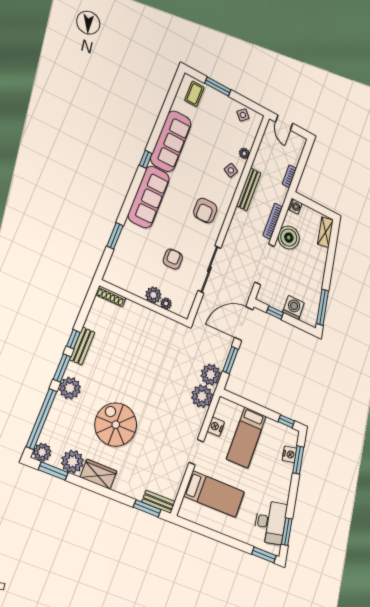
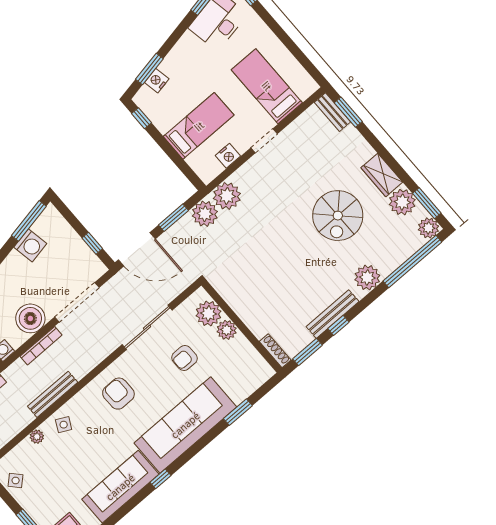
sofa: (149, 197) -> (185, 425), width x1.36, depth x1.27
armchair: (205, 211) -> (118, 394), turned -90
plant: (166, 304) -> (208, 314), width x1.88, depth x1.88
washing machine: (293, 308) -> (30, 245), moved, turned -101
bench: (82, 346) -> (333, 314), width x1.36
window: (62, 368) -> (308, 352), moved

